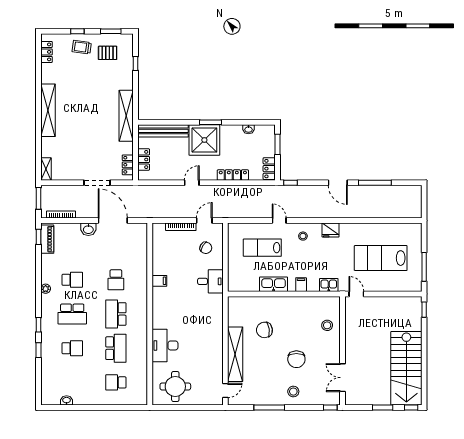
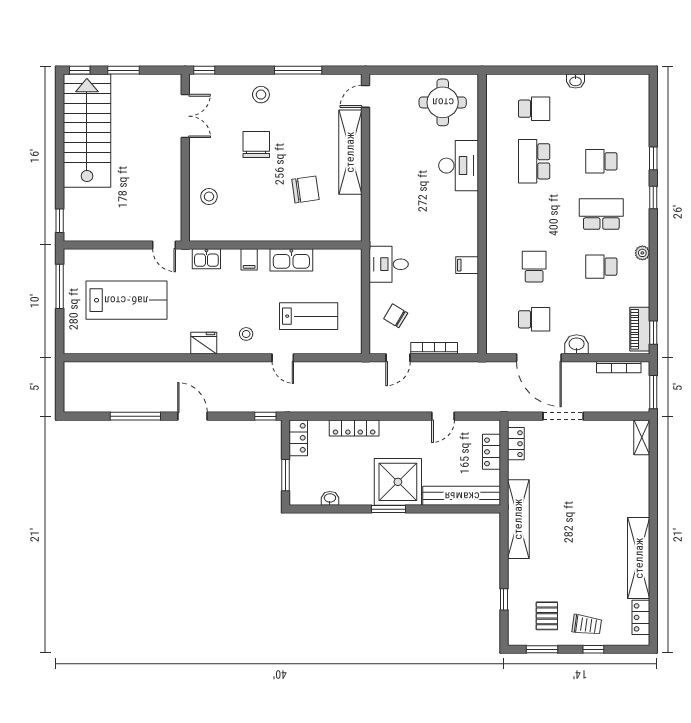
pallet: (108, 53) -> (547, 616), turned 90
shelving: (48, 110) -> (639, 558), moved
door: (192, 183) -> (443, 416), moved
school desk: (116, 314) -> (534, 319), moved, width x0.54
washbasin: (67, 400) -> (576, 81), moved

